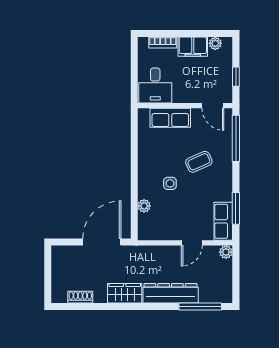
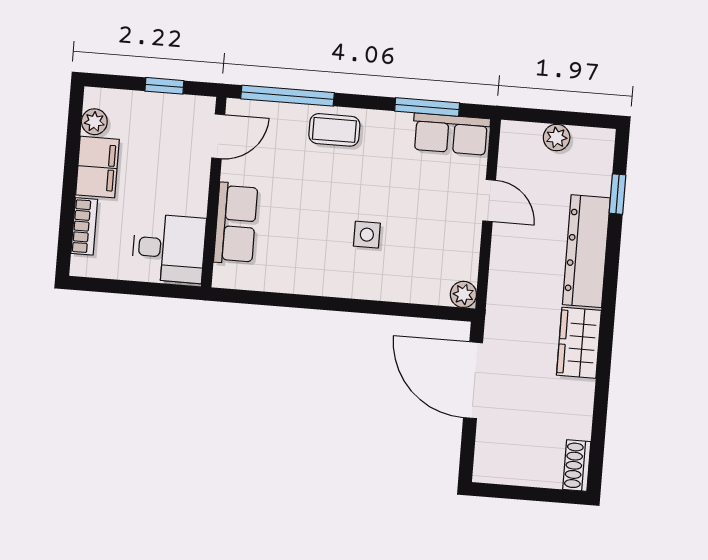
coffee table: (199, 162) -> (334, 130), moved, turned -66
plant: (144, 206) -> (463, 294), moved
plant: (226, 252) -> (557, 138), moved
shoe rack: (80, 297) -> (577, 466), moved
window: (200, 306) -> (618, 194), width x0.46

